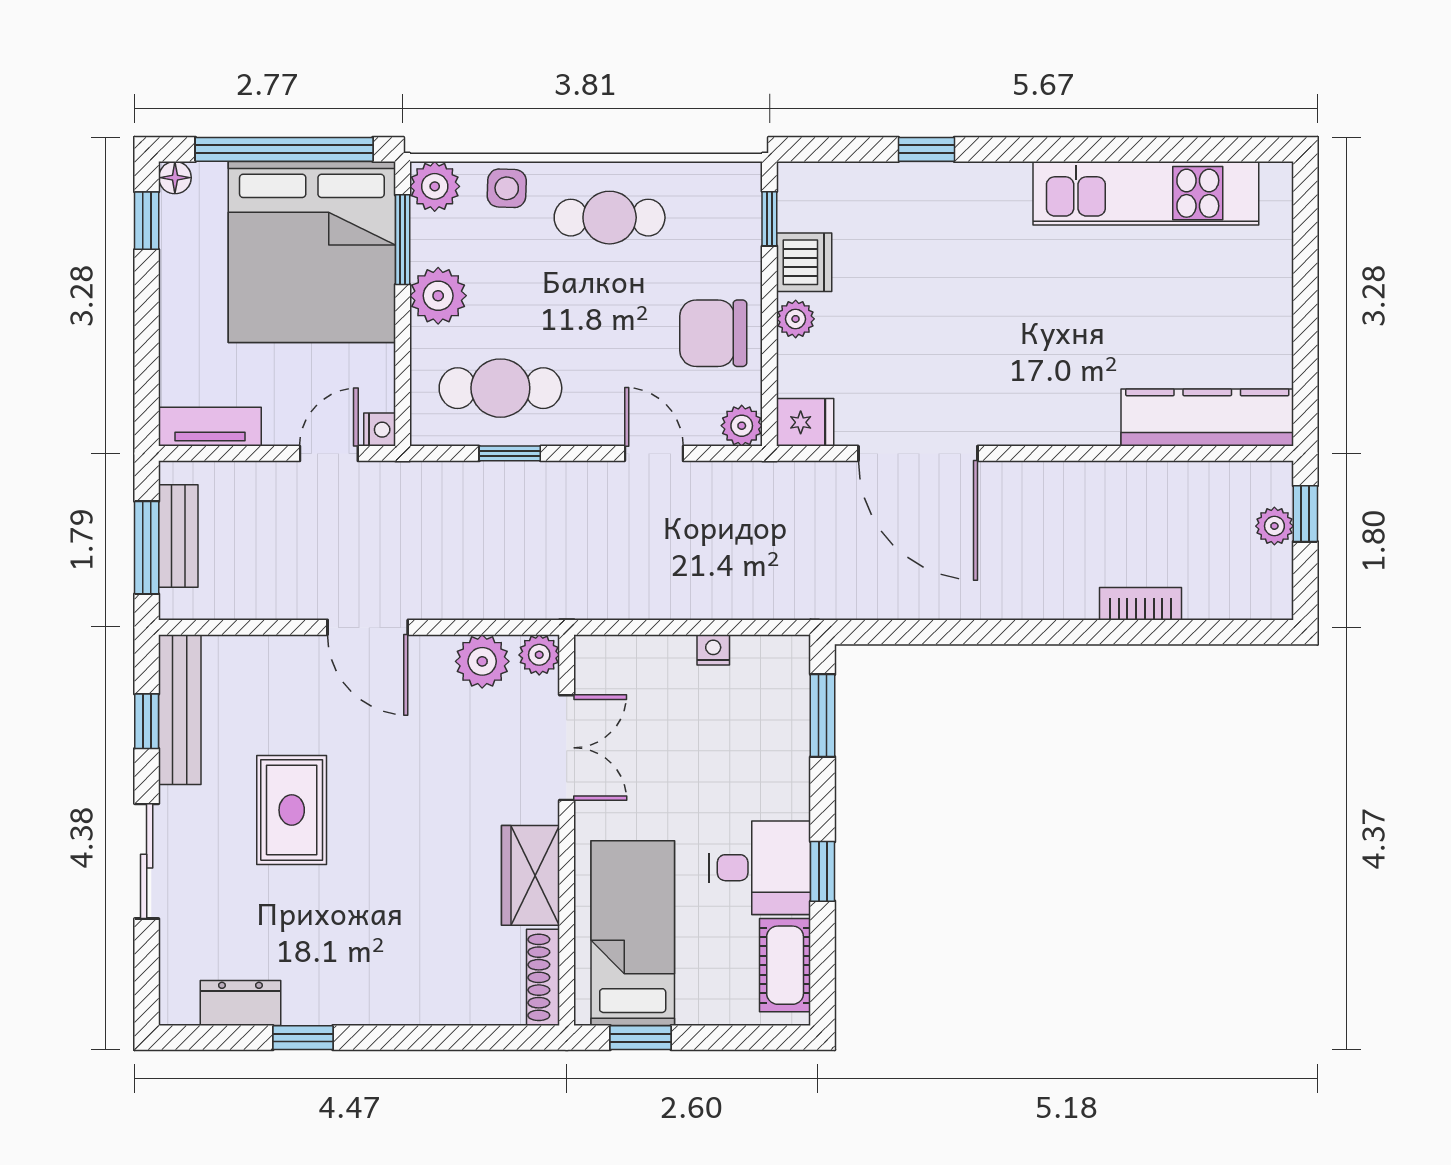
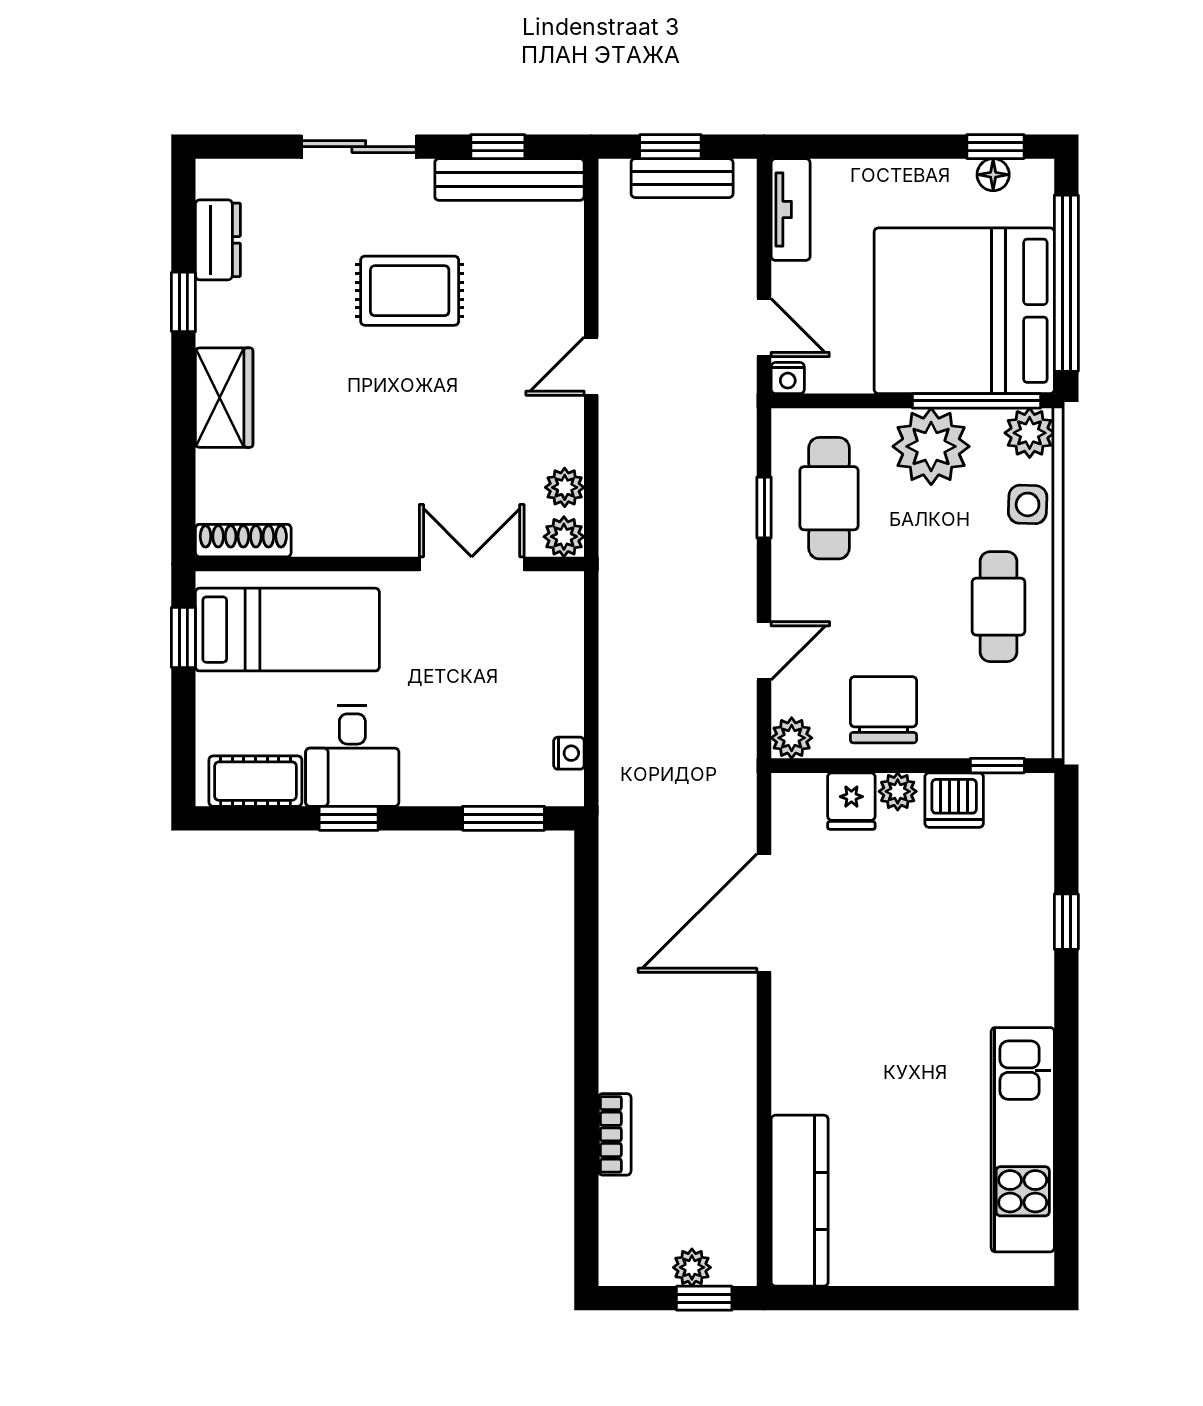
floor lamp: (175, 178) -> (993, 175), moved
window: (403, 240) -> (976, 401), width x1.44
plant: (438, 296) -> (931, 446), width x1.36, depth x1.36
fridge: (805, 422) -> (851, 801), moved
window: (147, 548) -> (670, 147), width x0.67
door: (368, 627) -> (591, 366), width x0.73
nightstand: (713, 650) -> (569, 753), moved
plant: (482, 661) -> (565, 487), width x0.73, depth x0.73
double door: (567, 748) -> (472, 564), swing flipped
wardrobe: (530, 875) -> (224, 398), moved, turned 90

